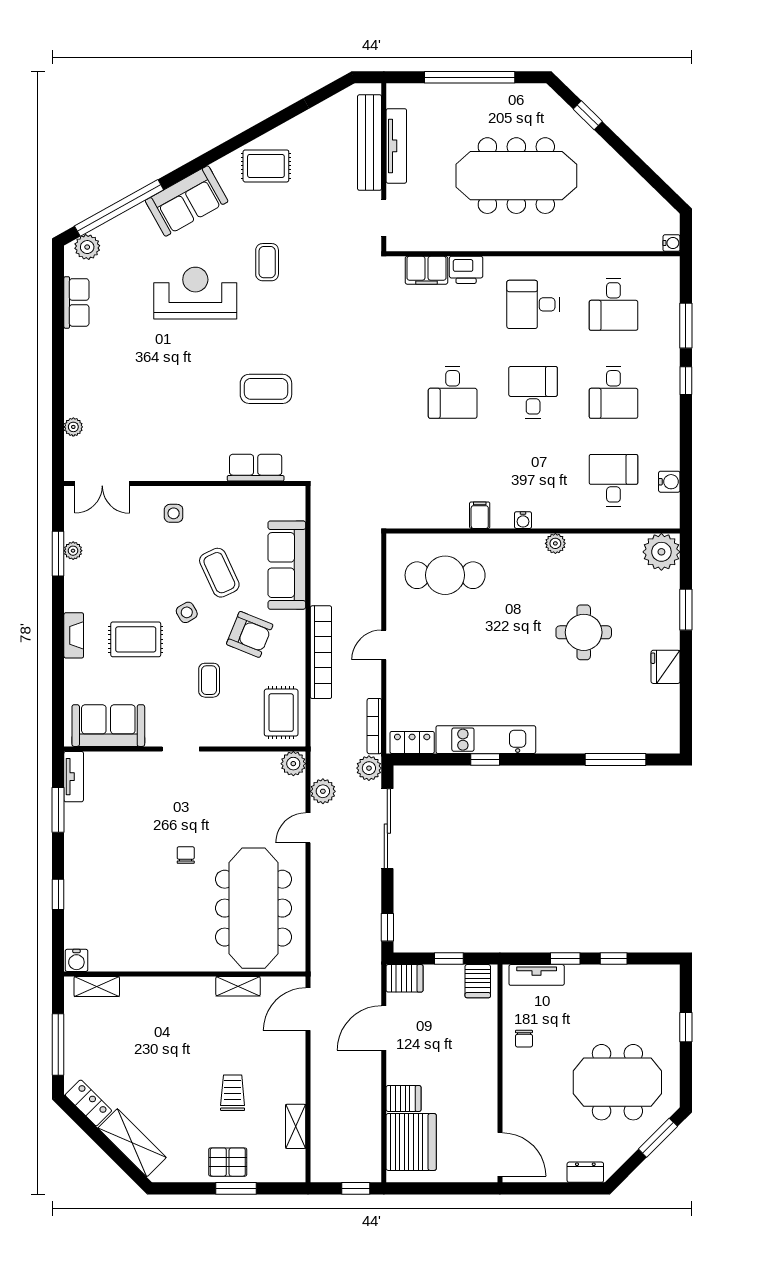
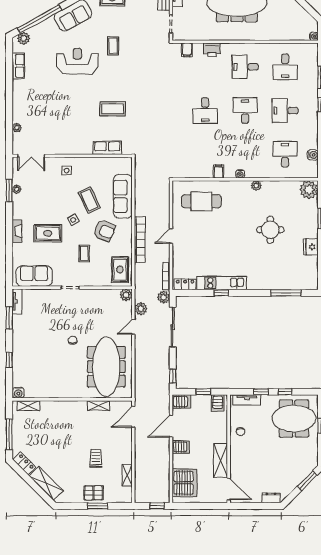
filing cabinet: (426, 270) -> (187, 50), width x0.50
desk: (613, 392) -> (285, 111), turned 90
meeting table: (617, 1082) -> (294, 419), moved
shelving: (484, 1097) -> (221, 461), added
server rack: (404, 1098) -> (181, 447), moved

